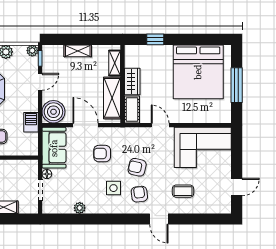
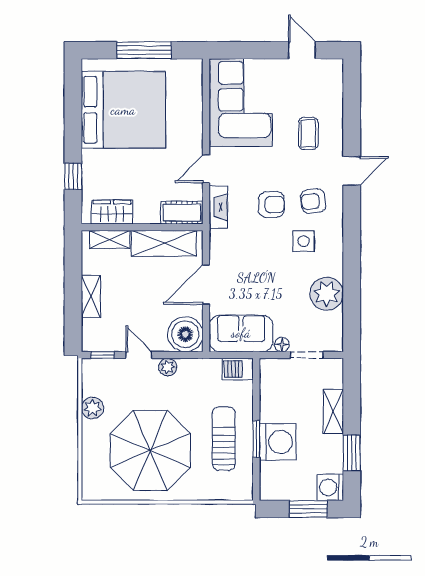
plant: (32, 51) -> (168, 367), moved
wardrobe: (132, 82) -> (112, 212), moved
barbecue: (31, 122) -> (238, 369), moved
fireplace: (135, 133) -> (218, 207), added
armchair: (102, 154) -> (250, 259), removed
armchair: (137, 167) -> (271, 205), turned -103
plant: (80, 208) -> (327, 294), width x1.88, depth x1.88

